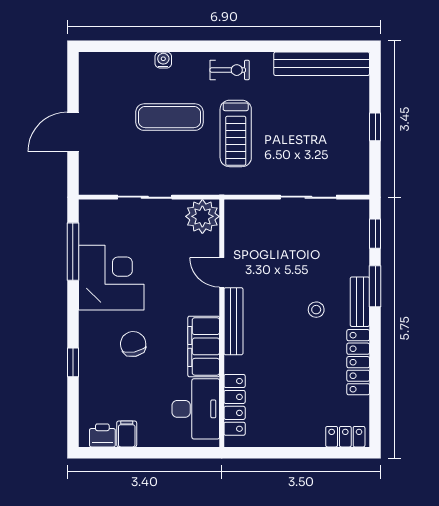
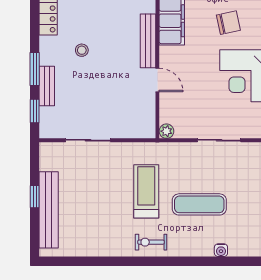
water cooler: (163, 60) -> (221, 250), moved
bench: (322, 64) -> (49, 210), moved, turned 90
plant: (202, 216) -> (166, 131), width x0.53, depth x0.53
bench: (360, 302) -> (47, 86), moved
chair: (133, 344) -> (228, 23), turned -91

